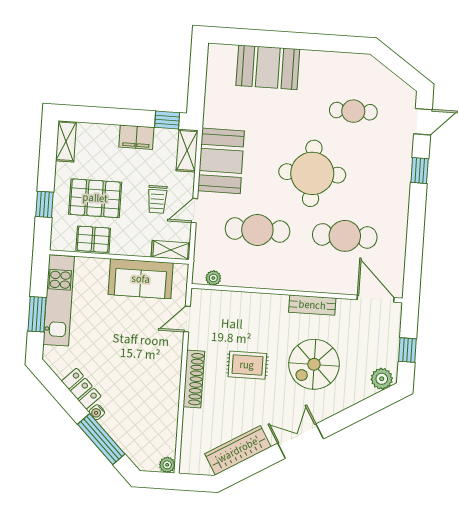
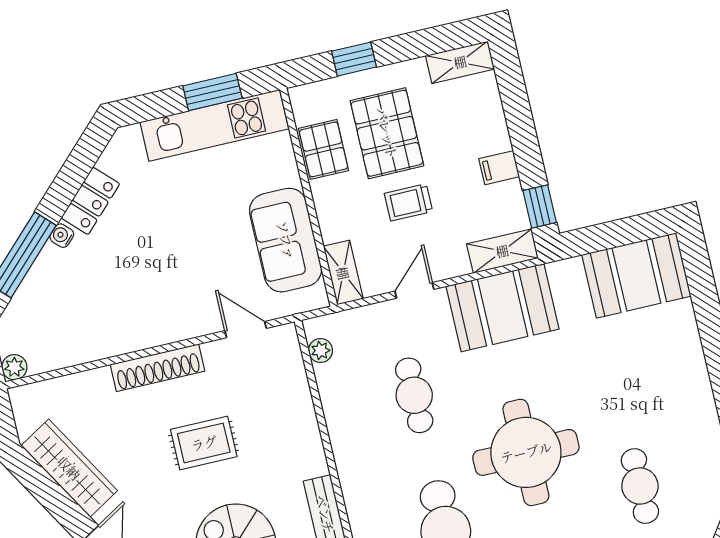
booth: (268, 67) -> (636, 275), moved, turned 90
filing cabinet: (136, 137) -> (499, 168), width x0.50
trolley: (157, 199) -> (408, 202), moved
door: (194, 211) -> (414, 290), hinge flipped
cafe table: (257, 230) -> (414, 395), width x0.73, depth x0.74
window: (37, 314) -> (212, 92), moved
rug: (247, 365) -> (204, 443), turned 90

